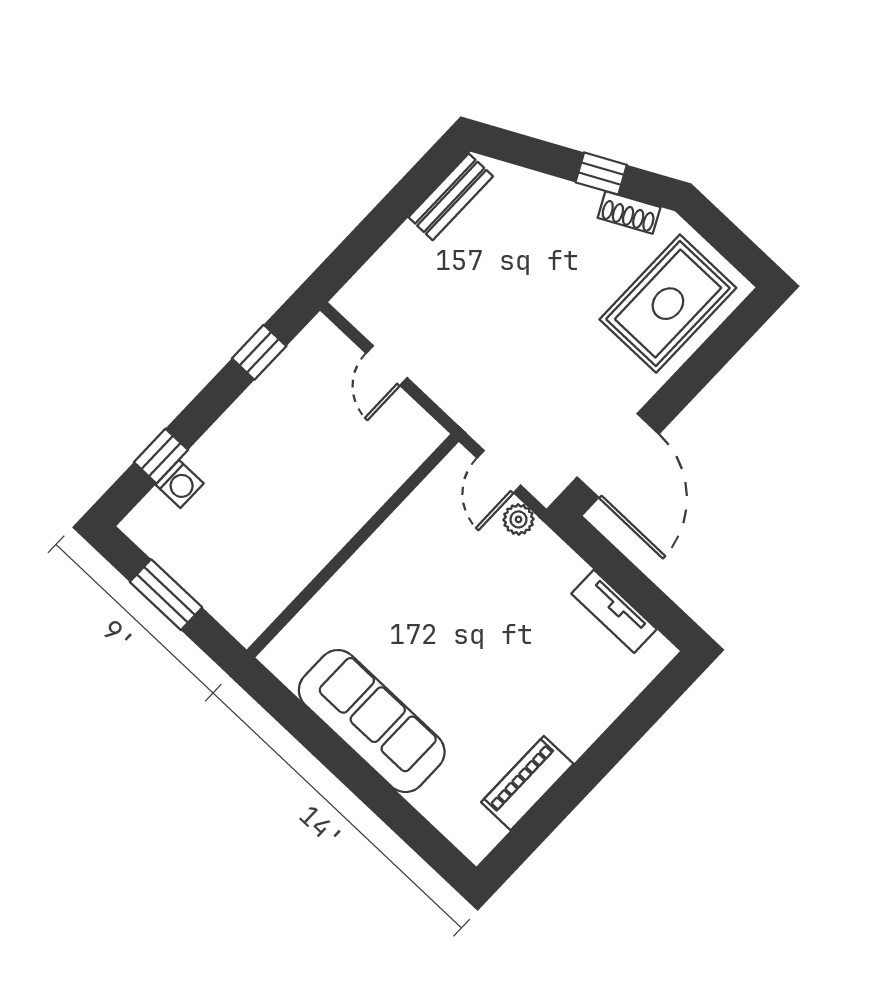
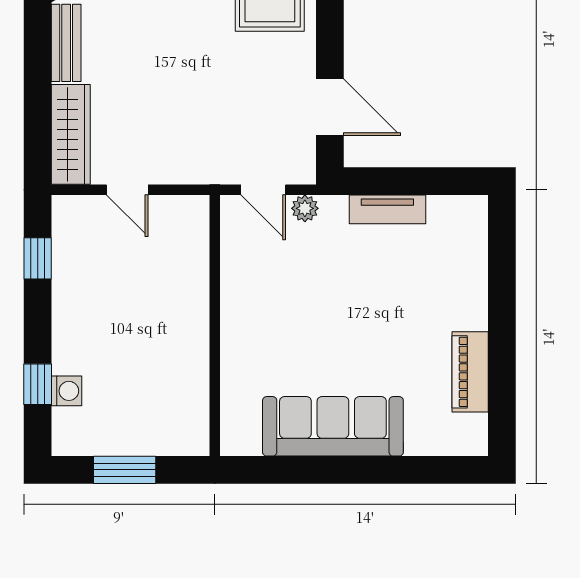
wardrobe: (383, 276) -> (71, 134), added
door: (618, 456) -> (330, 107), width x0.73
tv unit: (614, 611) -> (387, 209), moved

